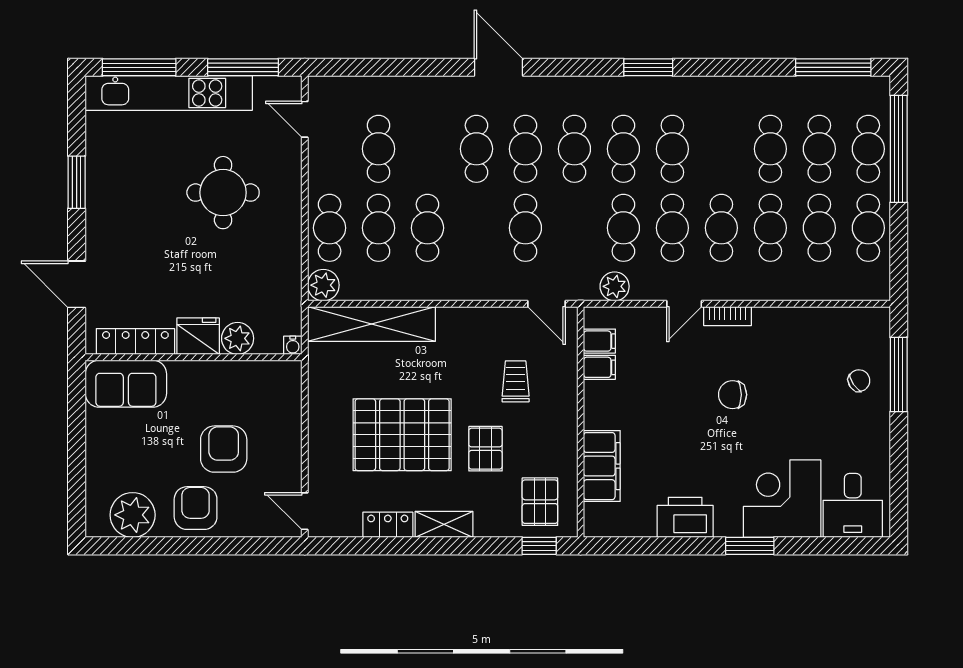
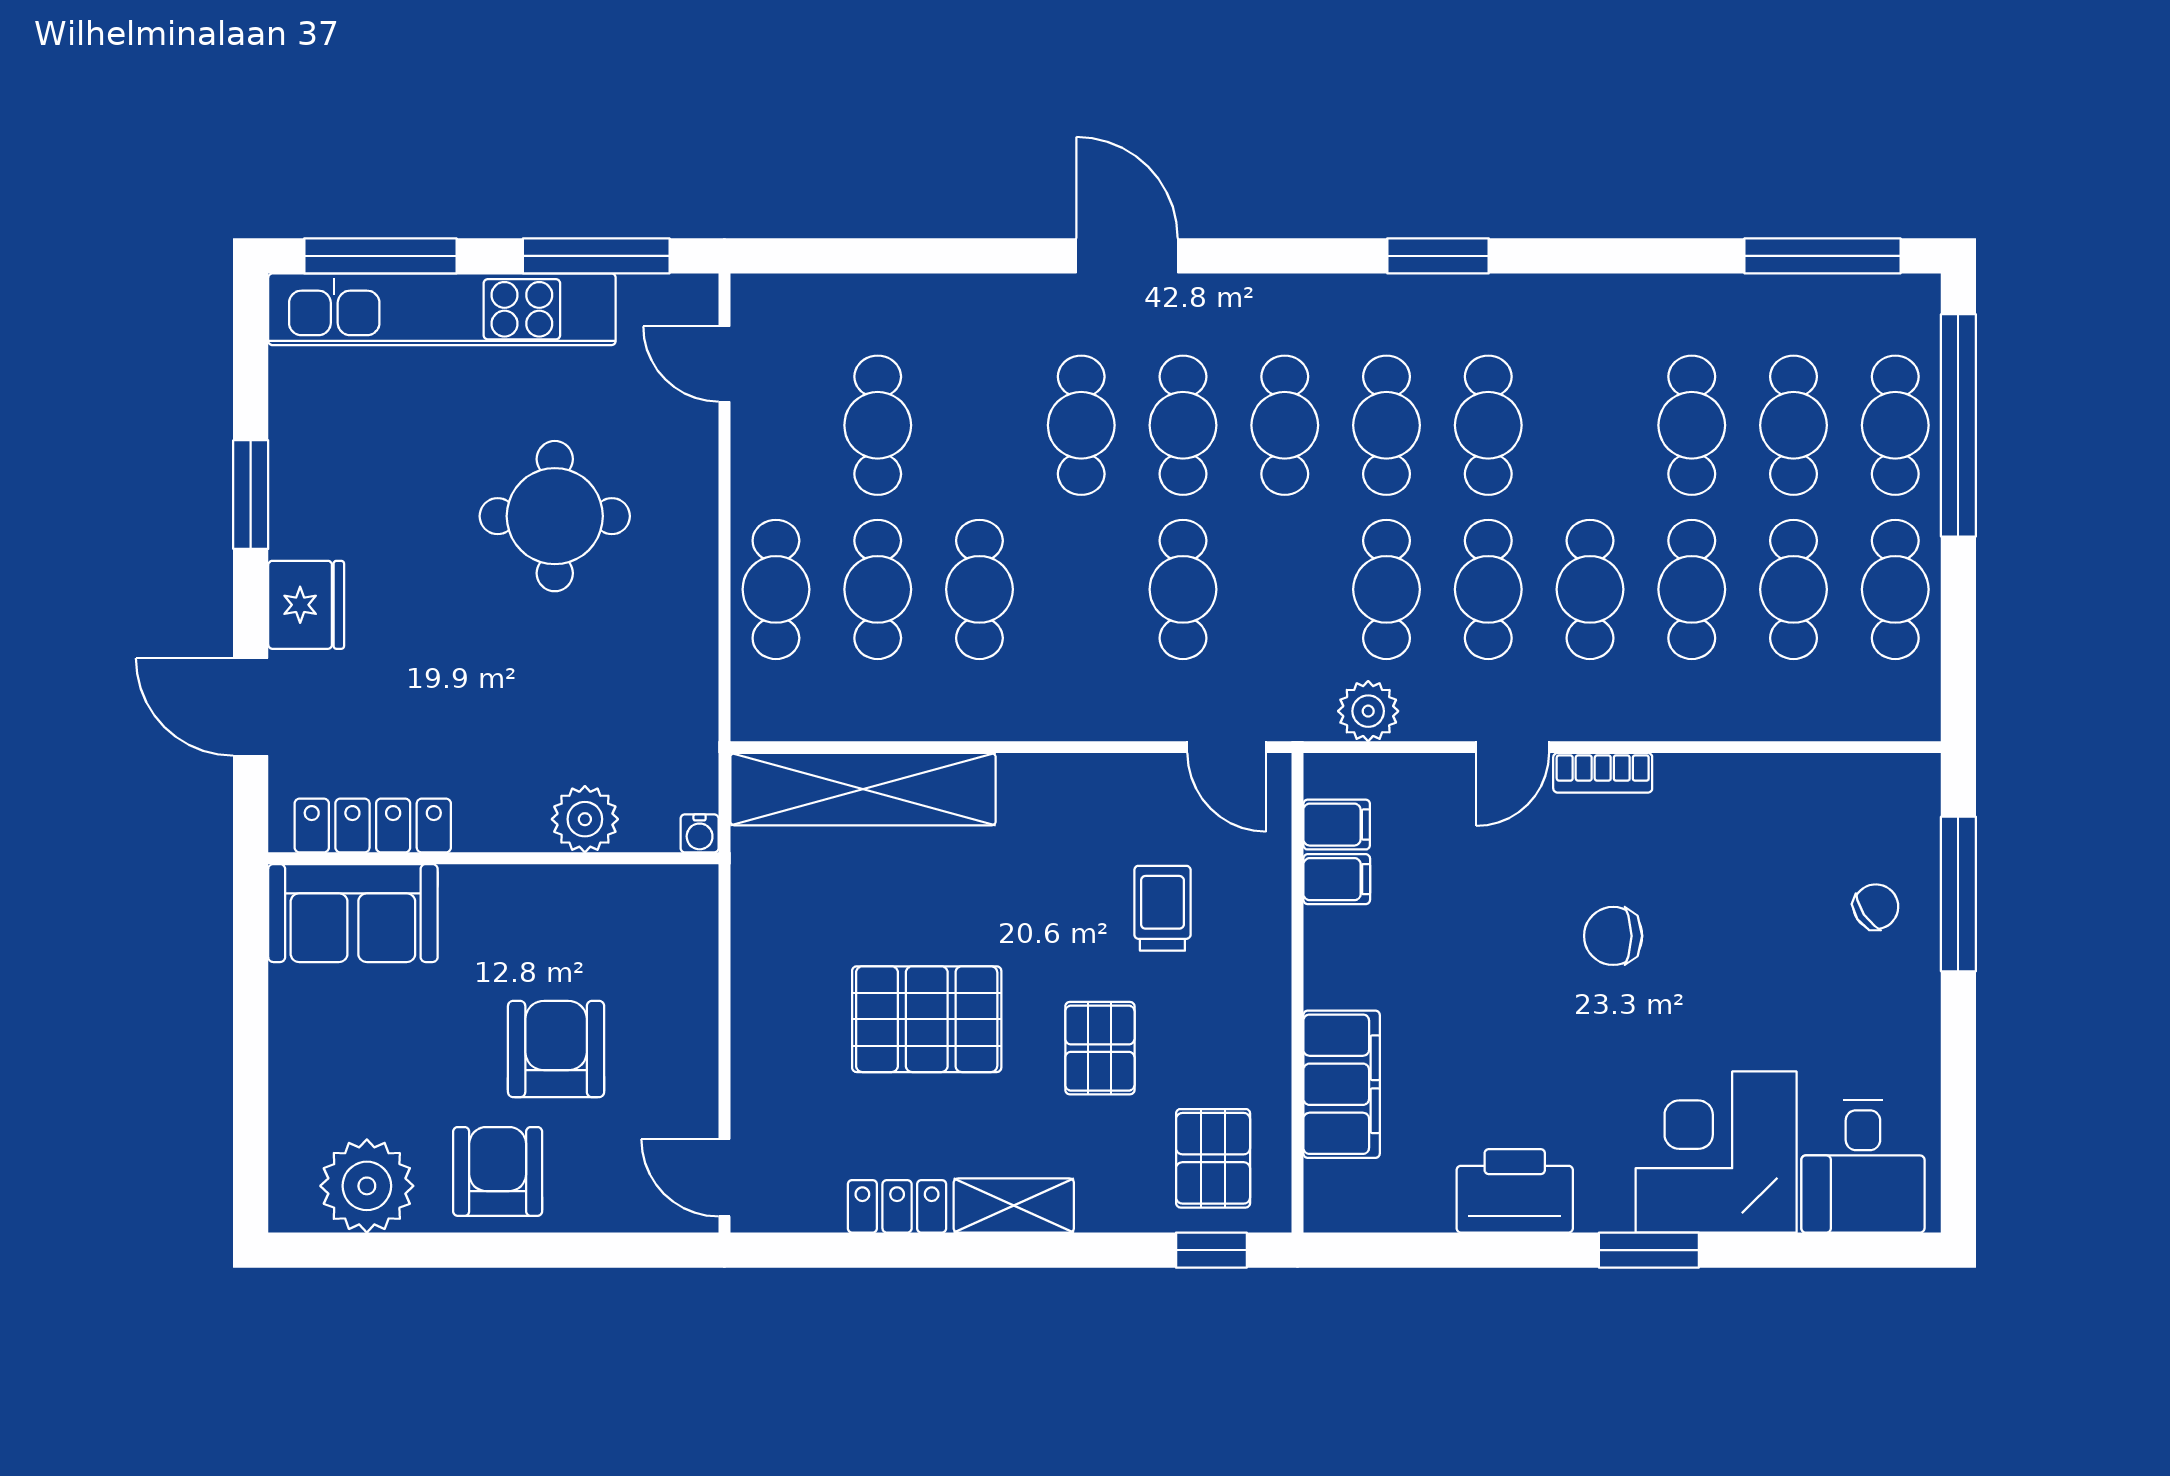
plant: (323, 285) -> (763, 708), removed
fridge: (198, 336) -> (306, 605), moved, turned 90
pallet: (402, 435) -> (927, 1019), width x0.73, depth x0.71

